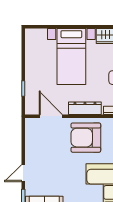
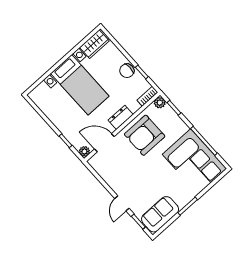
dresser: (85, 108) -> (121, 117), width x0.70
plant: (30, 109) -> (84, 151), added

